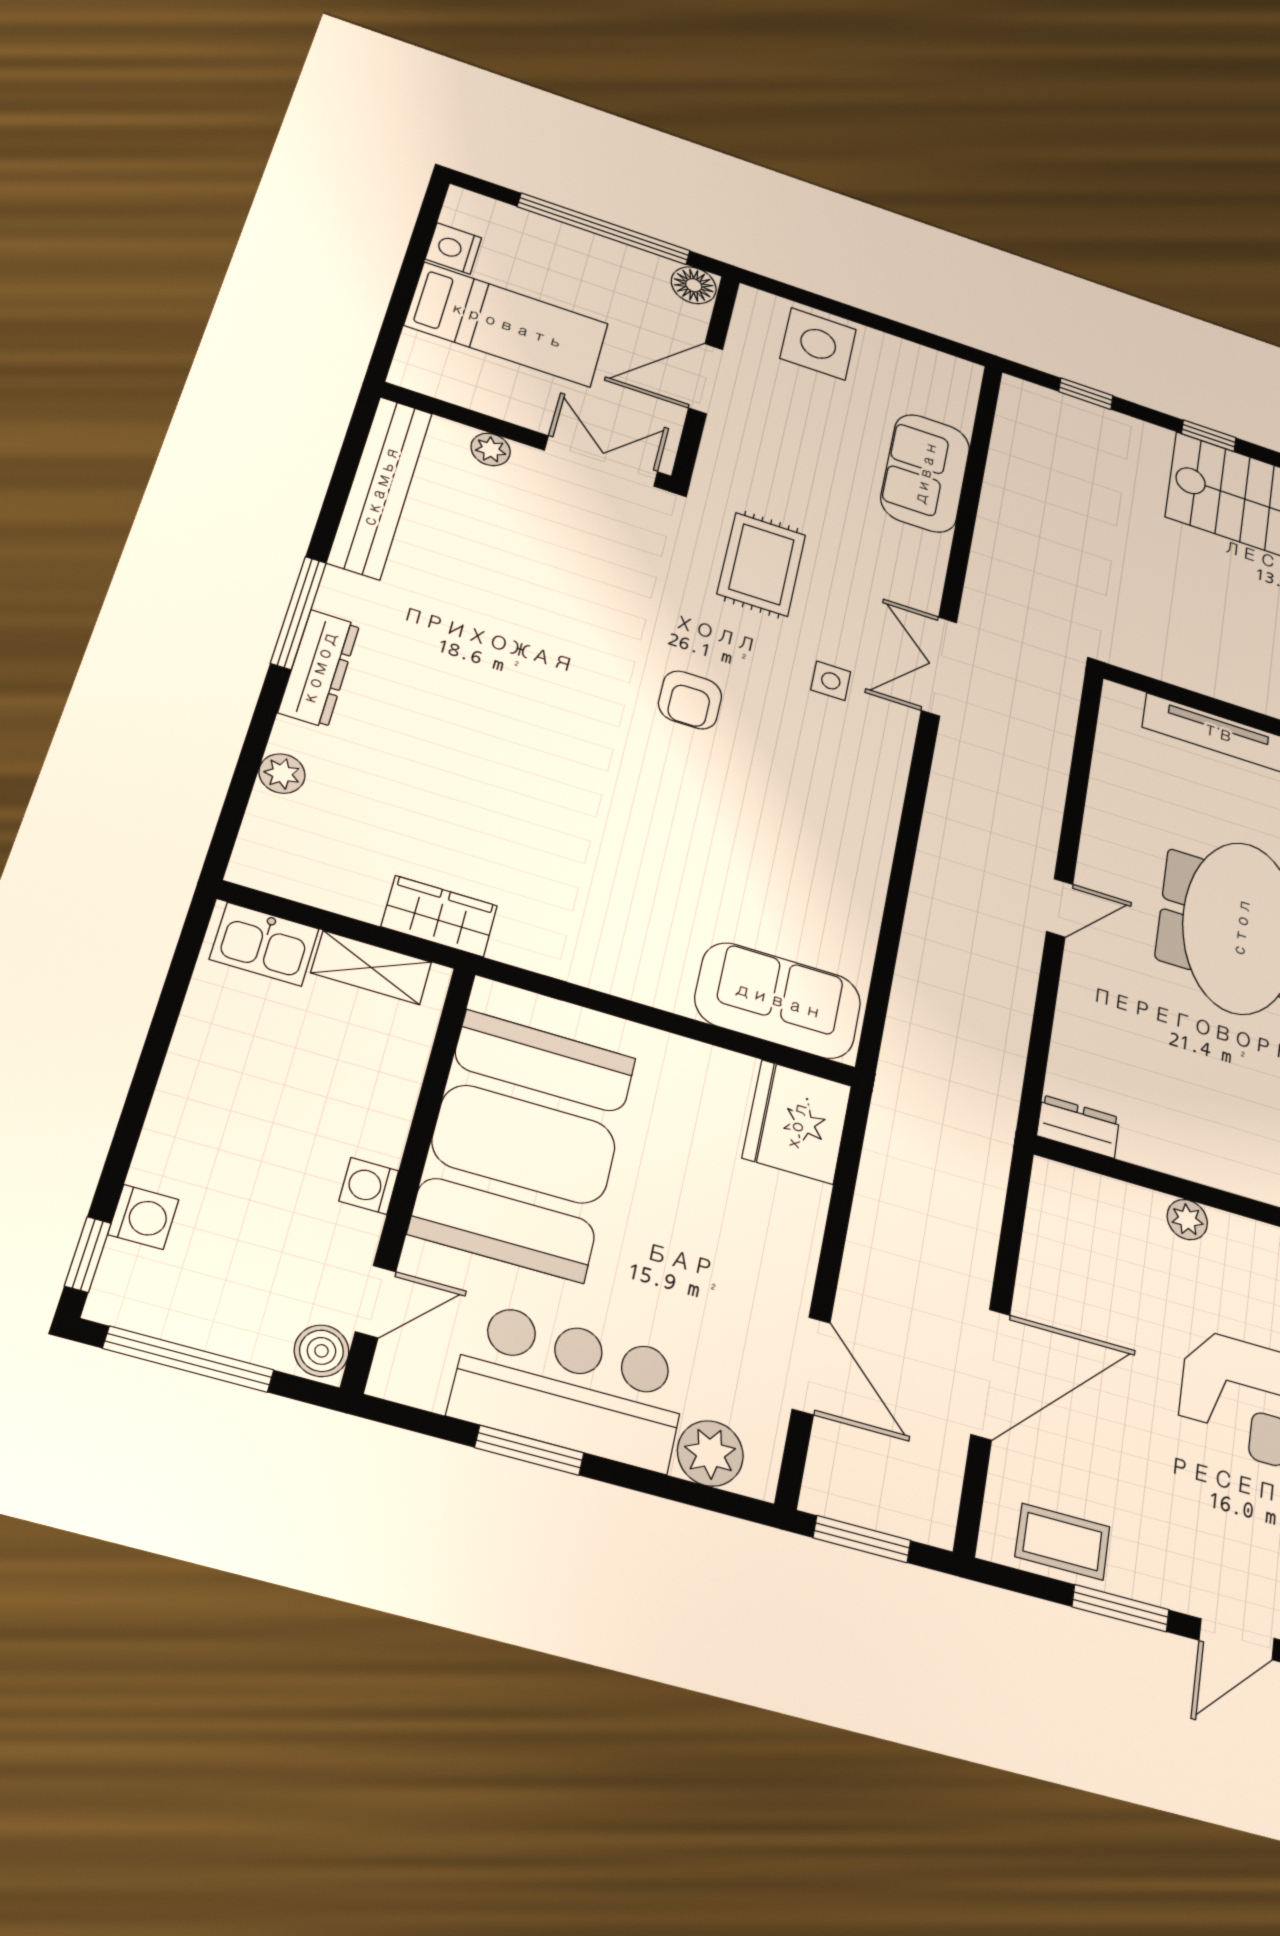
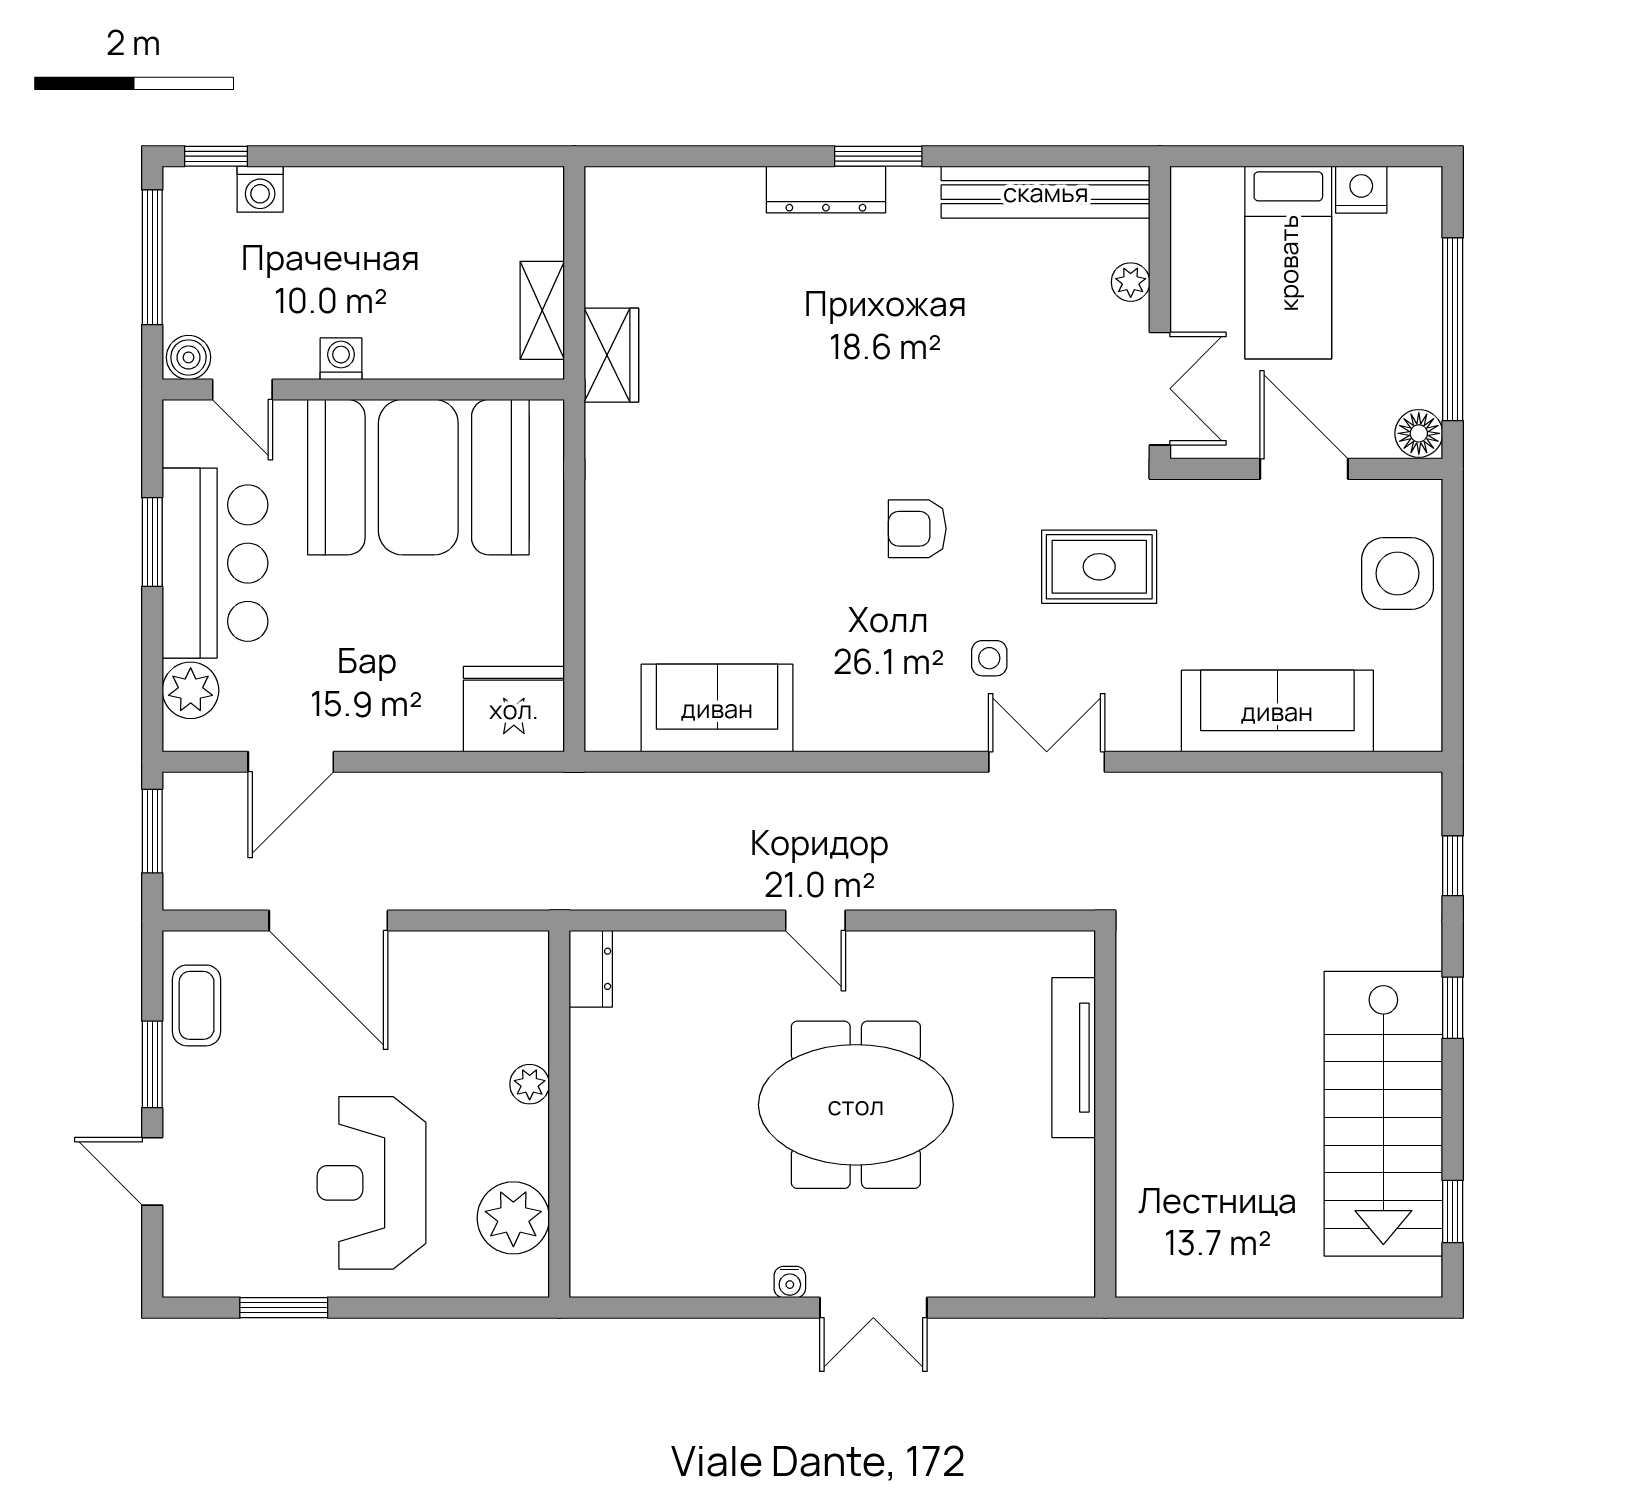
sofa: (925, 473) -> (1277, 711), width x1.36
window: (298, 613) -> (878, 156), width x0.69
plant: (282, 774) -> (706, 187), removed
kitchen sink: (264, 944) -> (535, 217), removed
sofa: (778, 1000) -> (717, 708), moved, turned -90

